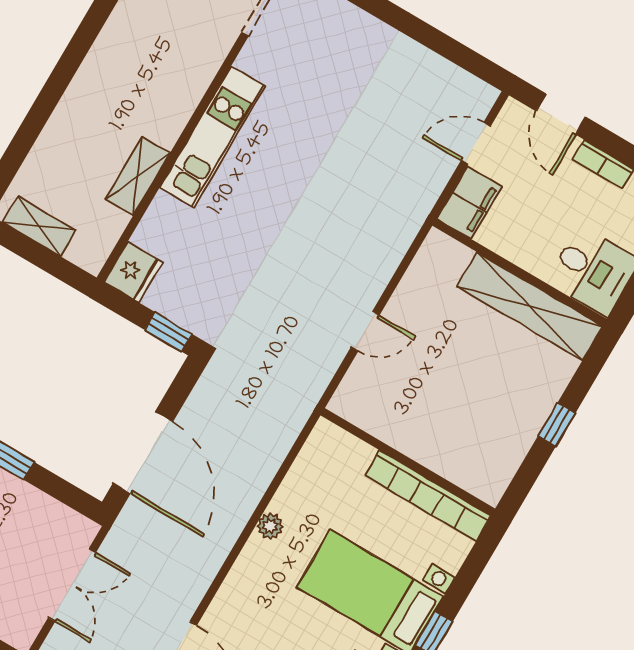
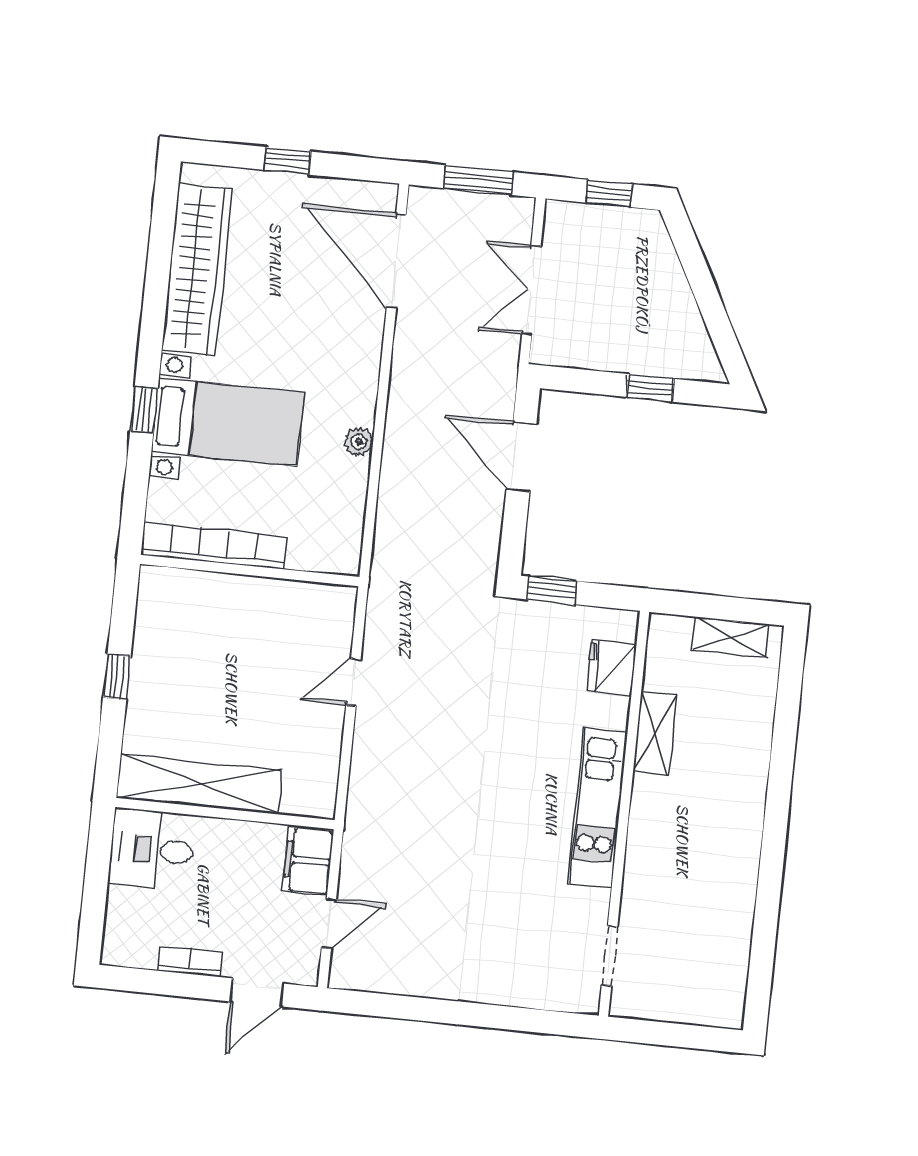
door: (561, 114) -> (257, 992), swing flipped
fridge: (133, 272) -> (612, 668), moved
door: (143, 453) -> (521, 457), width x0.73

